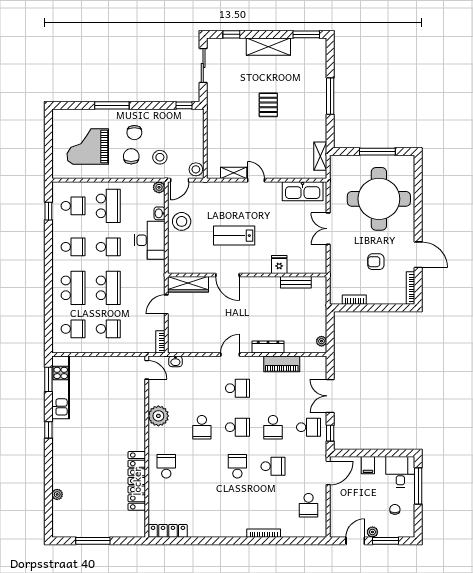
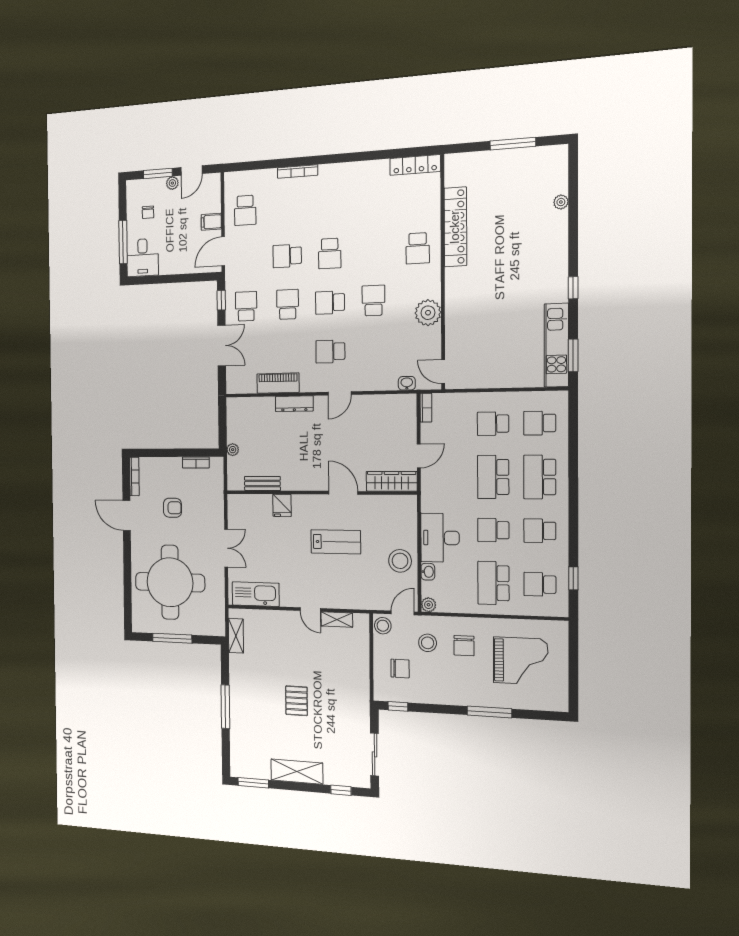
chair: (134, 133) -> (400, 668), moved, turned 90
plant: (322, 341) -> (233, 450), moved
school desk: (309, 427) -> (246, 306), turned 90
filing cabinet: (368, 465) -> (211, 222), moved, turned -90
school desk: (309, 505) -> (245, 210), turned 180

